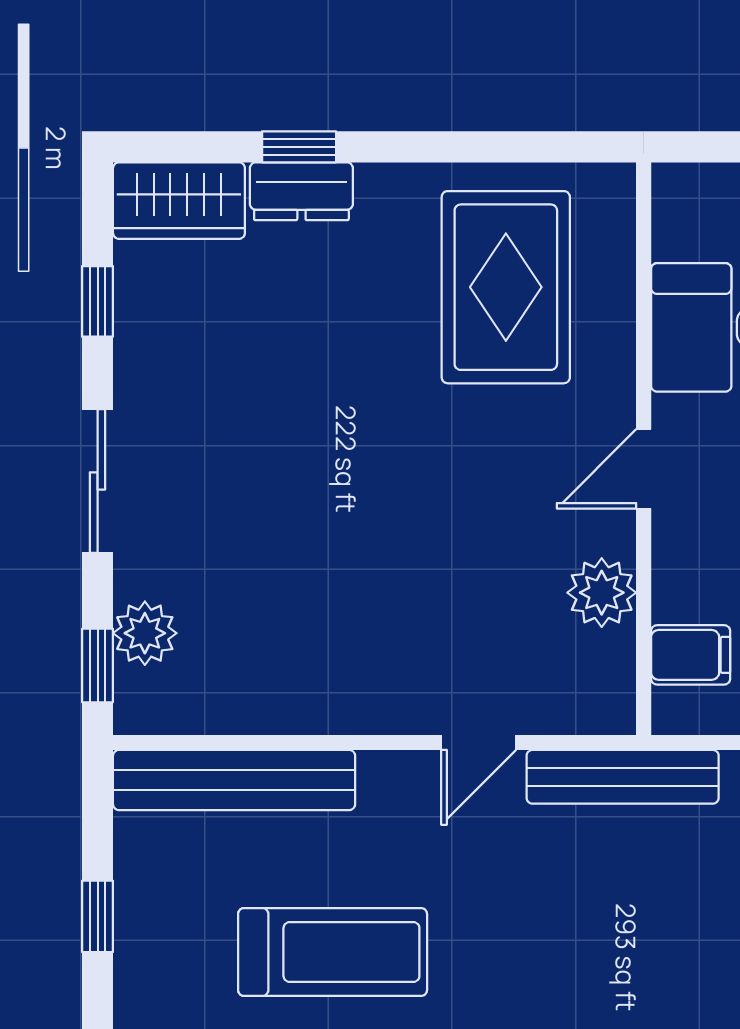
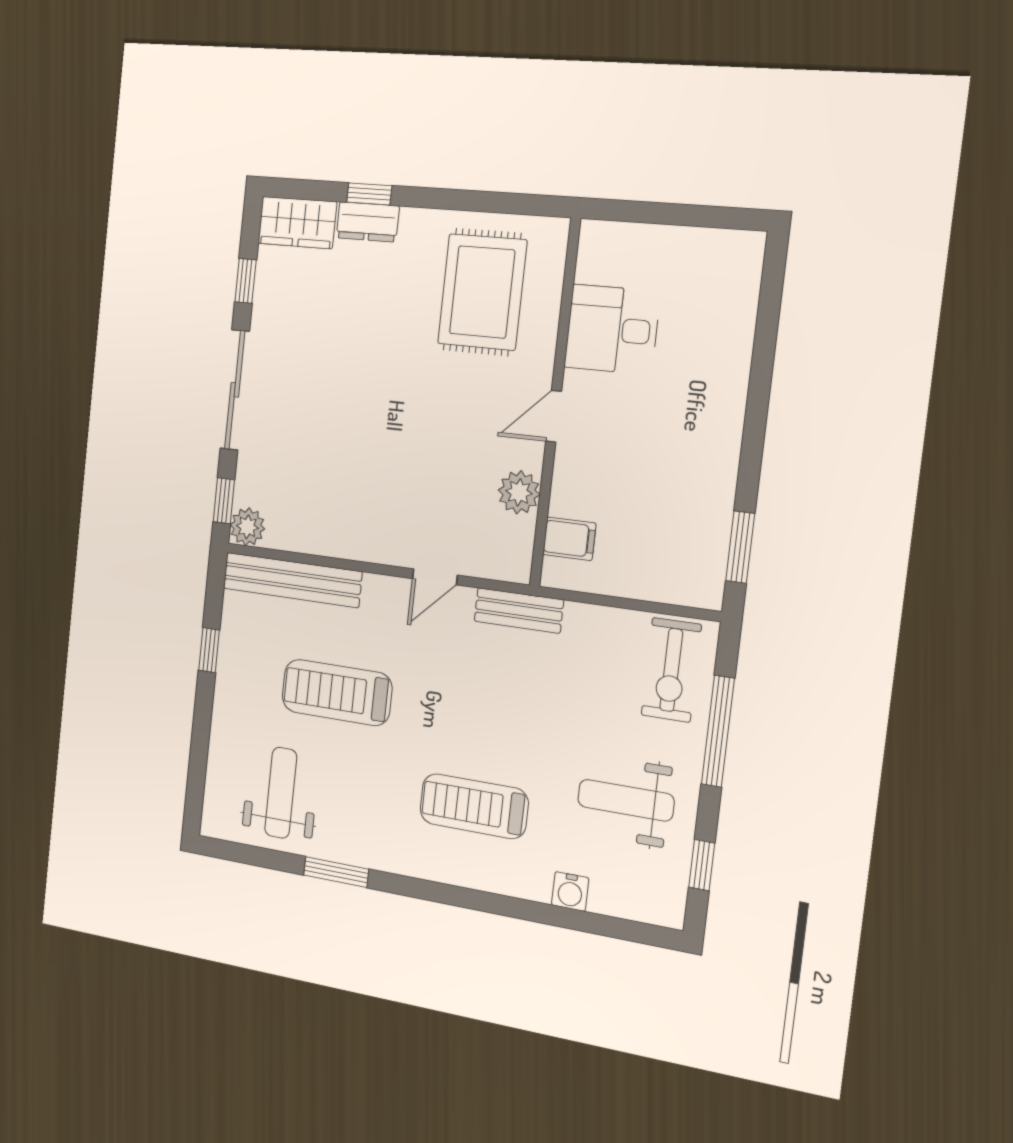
sliding door: (98, 481) -> (235, 390), width x1.37
plant: (145, 633) -> (247, 527), moved
bench: (623, 777) -> (519, 610), width x0.73
treadmill: (333, 952) -> (337, 692), turned 180

